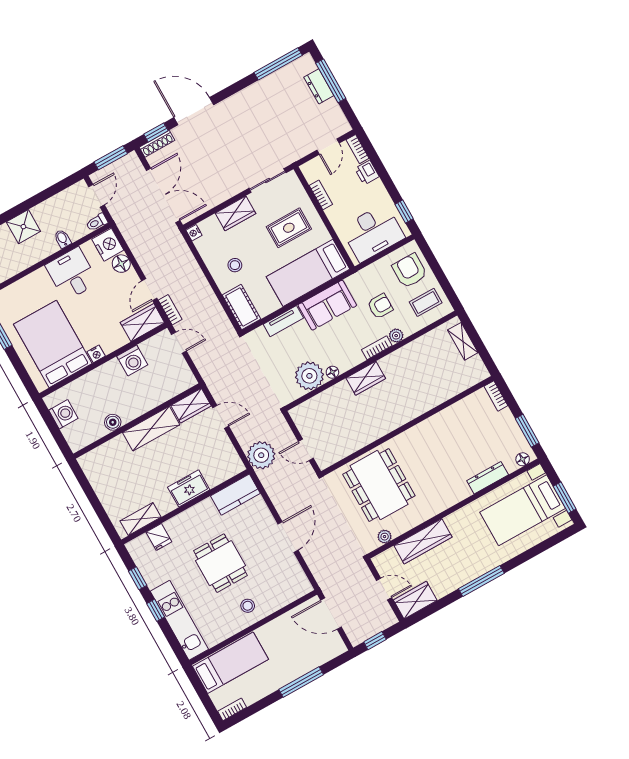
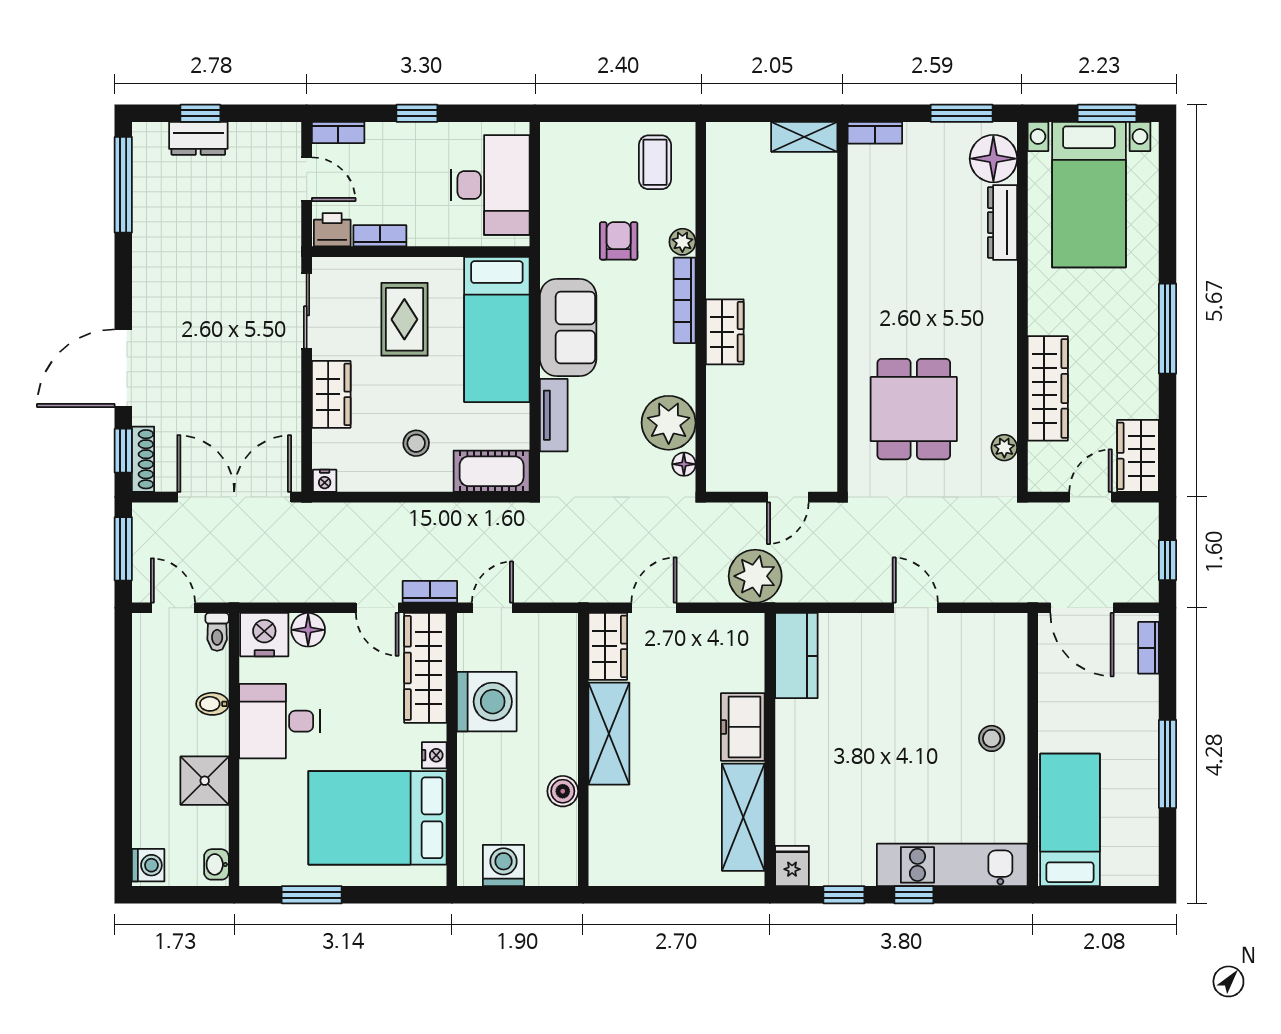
window: (331, 81) -> (200, 113), width x0.46
printer: (367, 173) -> (332, 230), moved, turned 180
window: (404, 211) -> (417, 113), moved
shower: (23, 227) -> (205, 781), moved
armchair: (410, 271) -> (588, 159), removed
wardrobe: (142, 323) -> (425, 668), width x1.50
shelving: (463, 341) -> (804, 137), moved
bookcase: (377, 348) -> (685, 300), width x1.56
washing machine: (132, 361) -> (487, 702), width x1.37, depth x1.37
floor lamp: (332, 372) -> (684, 464), moved
floor lamp: (523, 459) -> (993, 159), width x1.89, depth x1.89
dining table: (379, 485) -> (914, 409), width x0.73
shelving: (141, 519) -> (743, 817), width x1.50, depth x1.33
fridge: (159, 537) -> (792, 866), moved, turned -90
door: (288, 537) -> (915, 608), width x0.73
dining table: (220, 563) -> (896, 744), removed
door: (331, 614) -> (1082, 608), hinge flipped
window: (301, 682) -> (1168, 764), moved
bookcase: (232, 709) -> (1149, 648), moved

